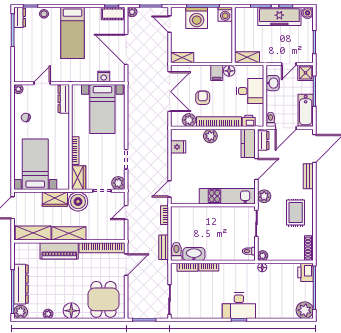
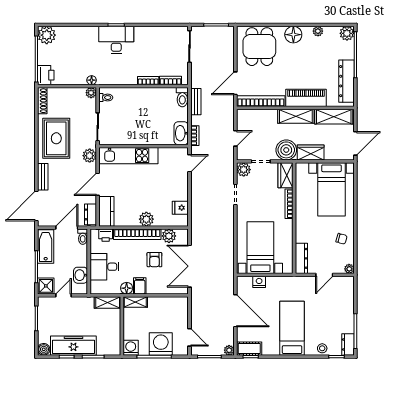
shelving: (182, 58) -> (135, 302), moved
rug: (296, 213) -> (56, 138), width x1.36, depth x1.43
washbasin: (194, 254) -> (181, 133), moved, turned 90
dresser: (21, 284) -> (347, 81), moved

